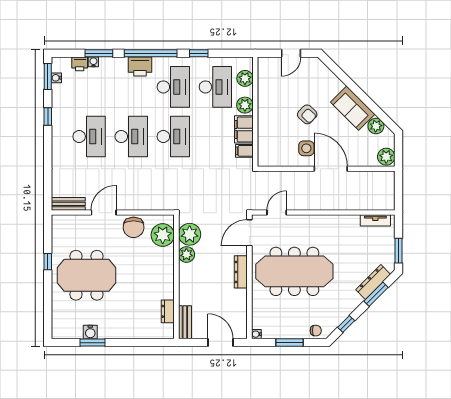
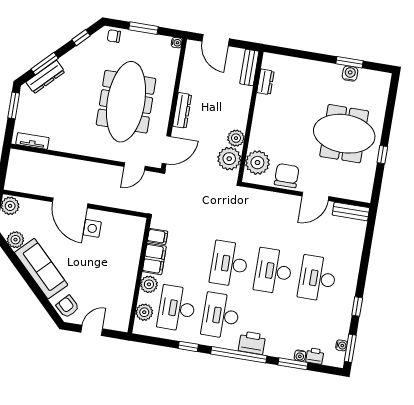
sofa: (353, 108) -> (41, 269), width x1.36
armchair: (307, 114) -> (68, 307), moved
meeting table: (294, 271) -> (126, 102), turned 90

